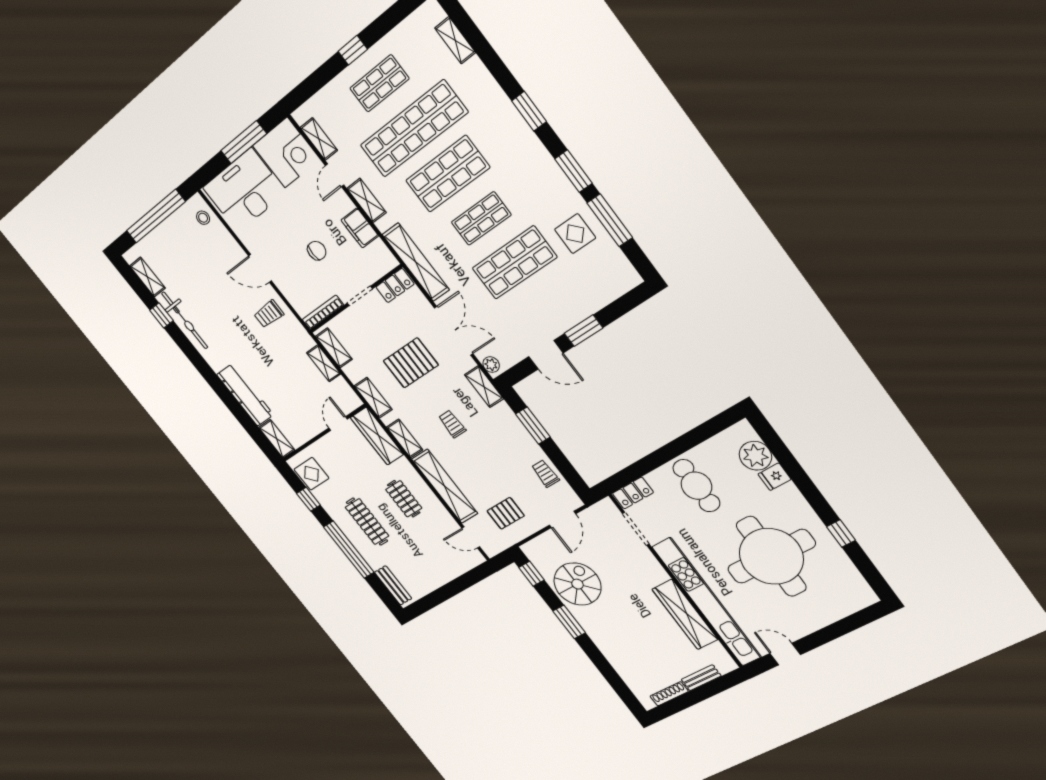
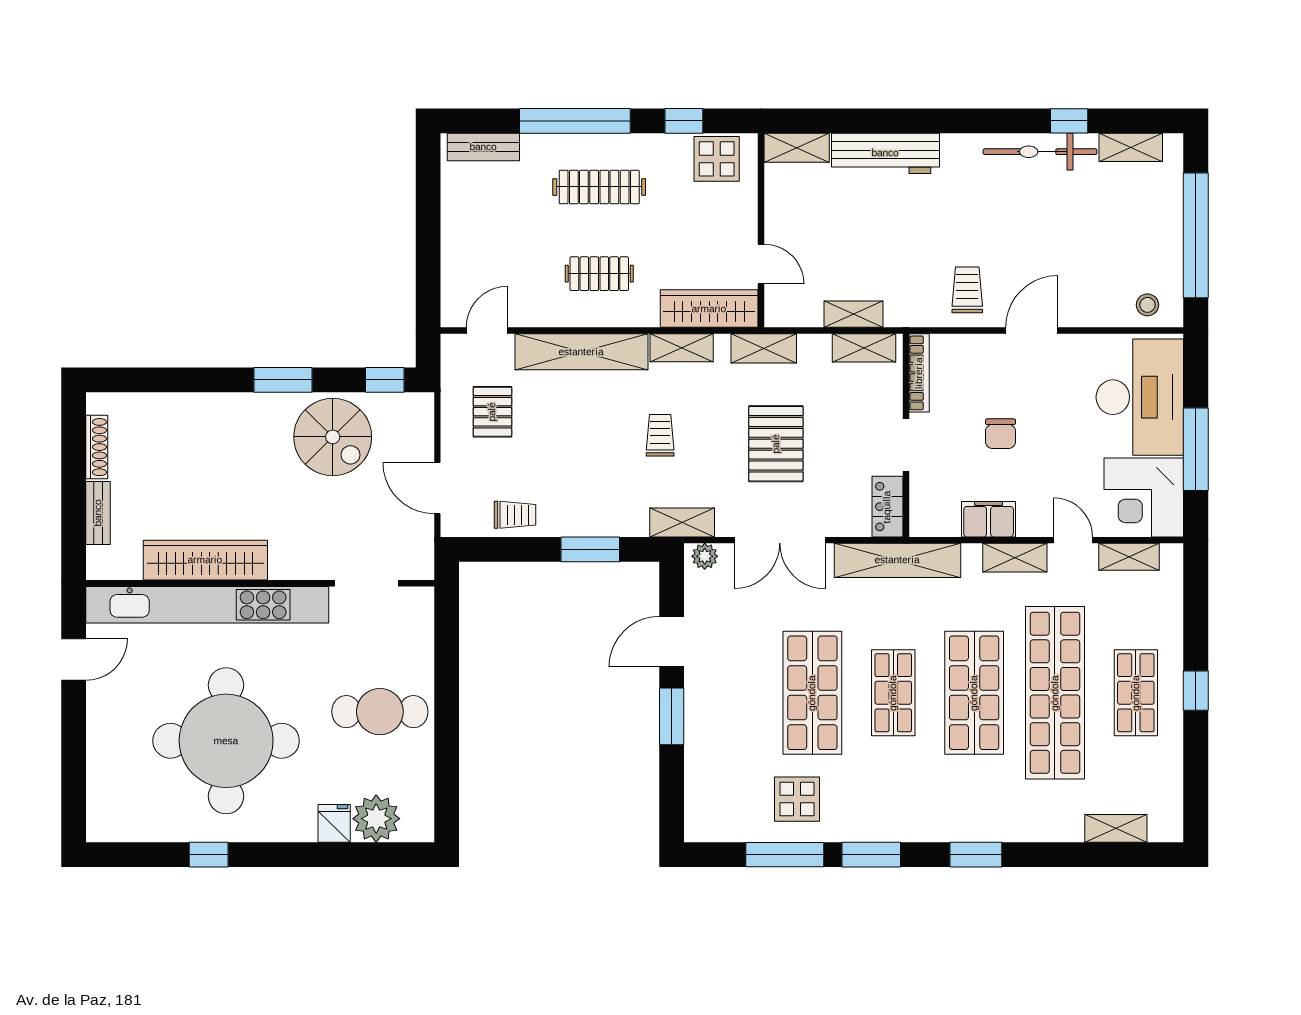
trolley: (452, 424) -> (660, 435), turned -90
locker: (633, 493) -> (419, 617), removed

